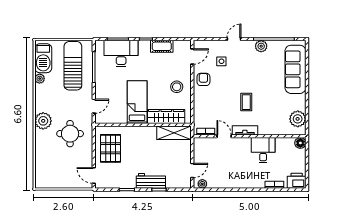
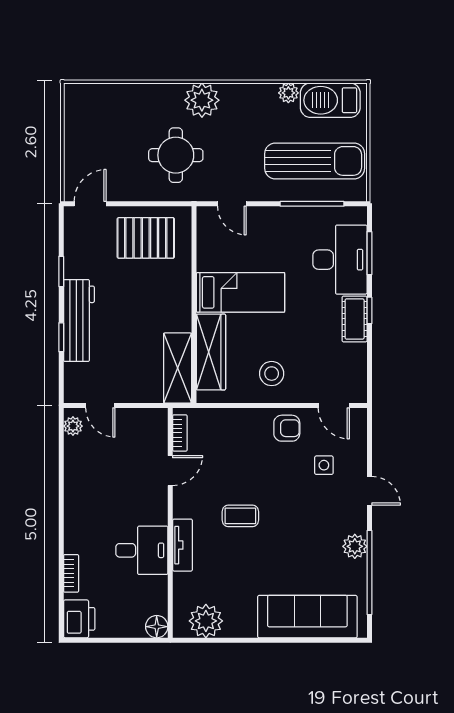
cot: (162, 46) -> (355, 319), moved
tv unit: (245, 130) -> (183, 545), moved
workbench: (151, 181) -> (79, 321), width x1.38

